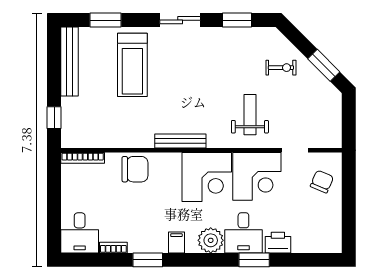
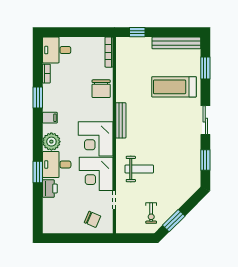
exercise bike: (281, 68) -> (151, 213), moved

